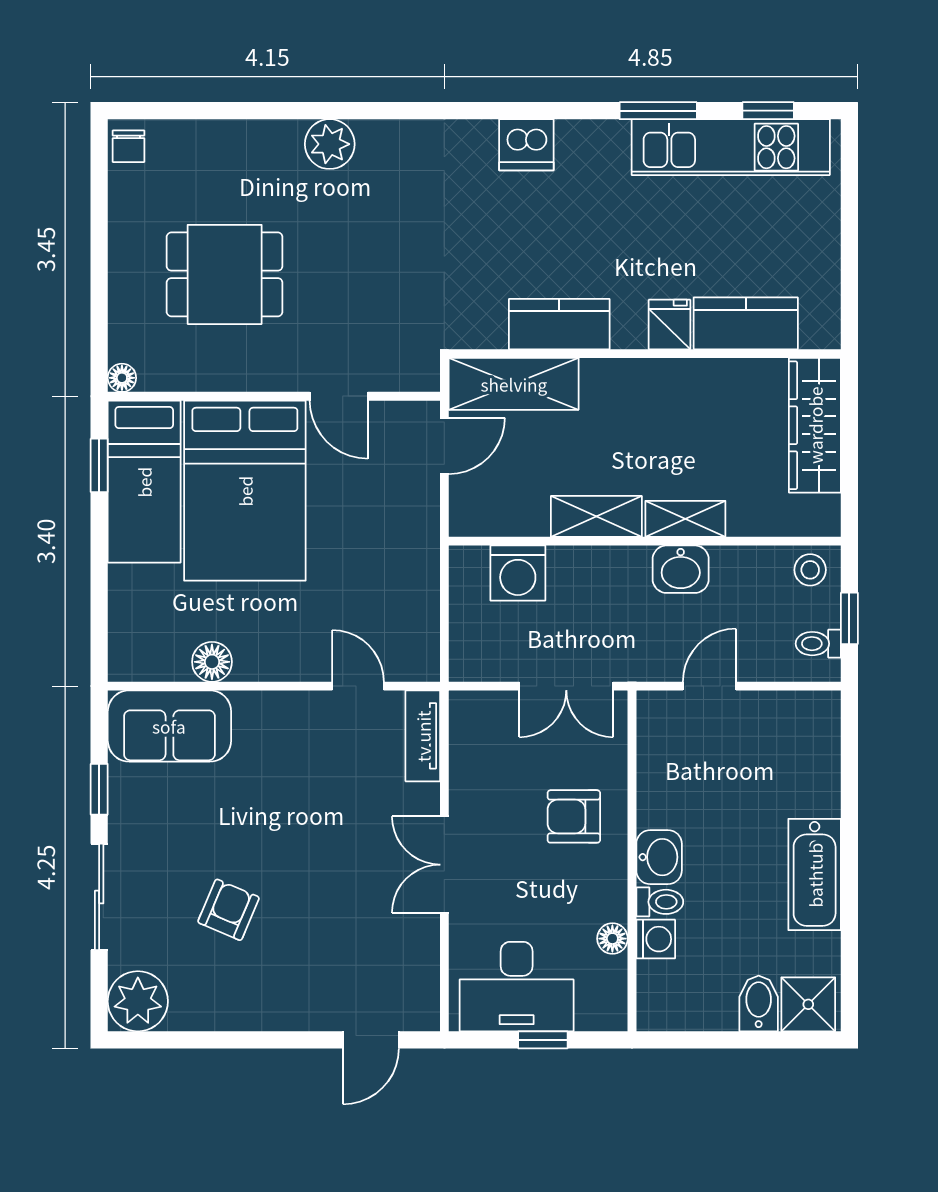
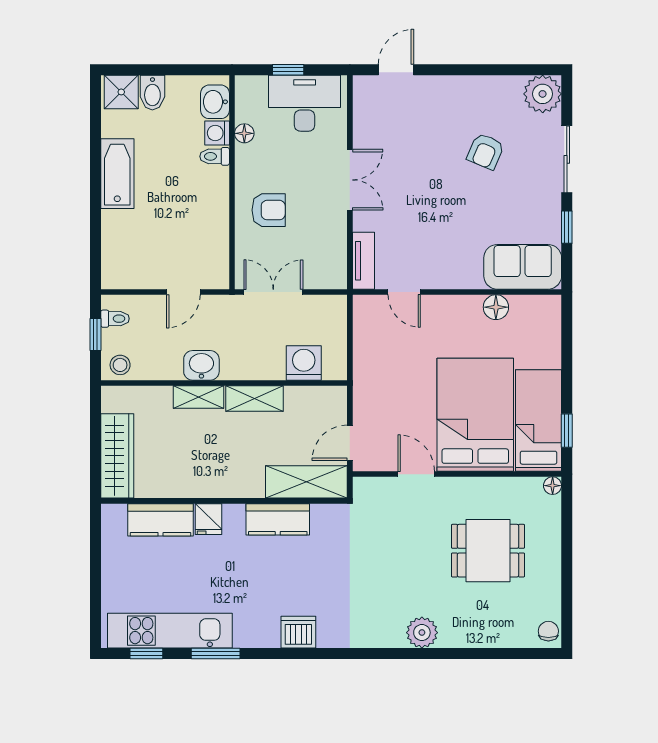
washbasin: (659, 857) -> (215, 102), moved

